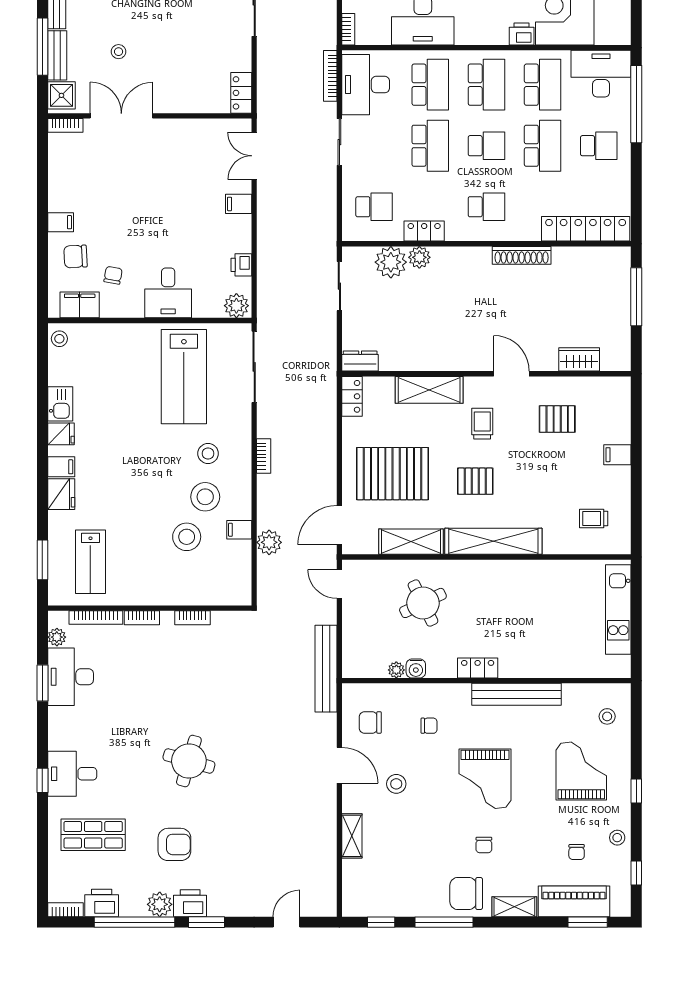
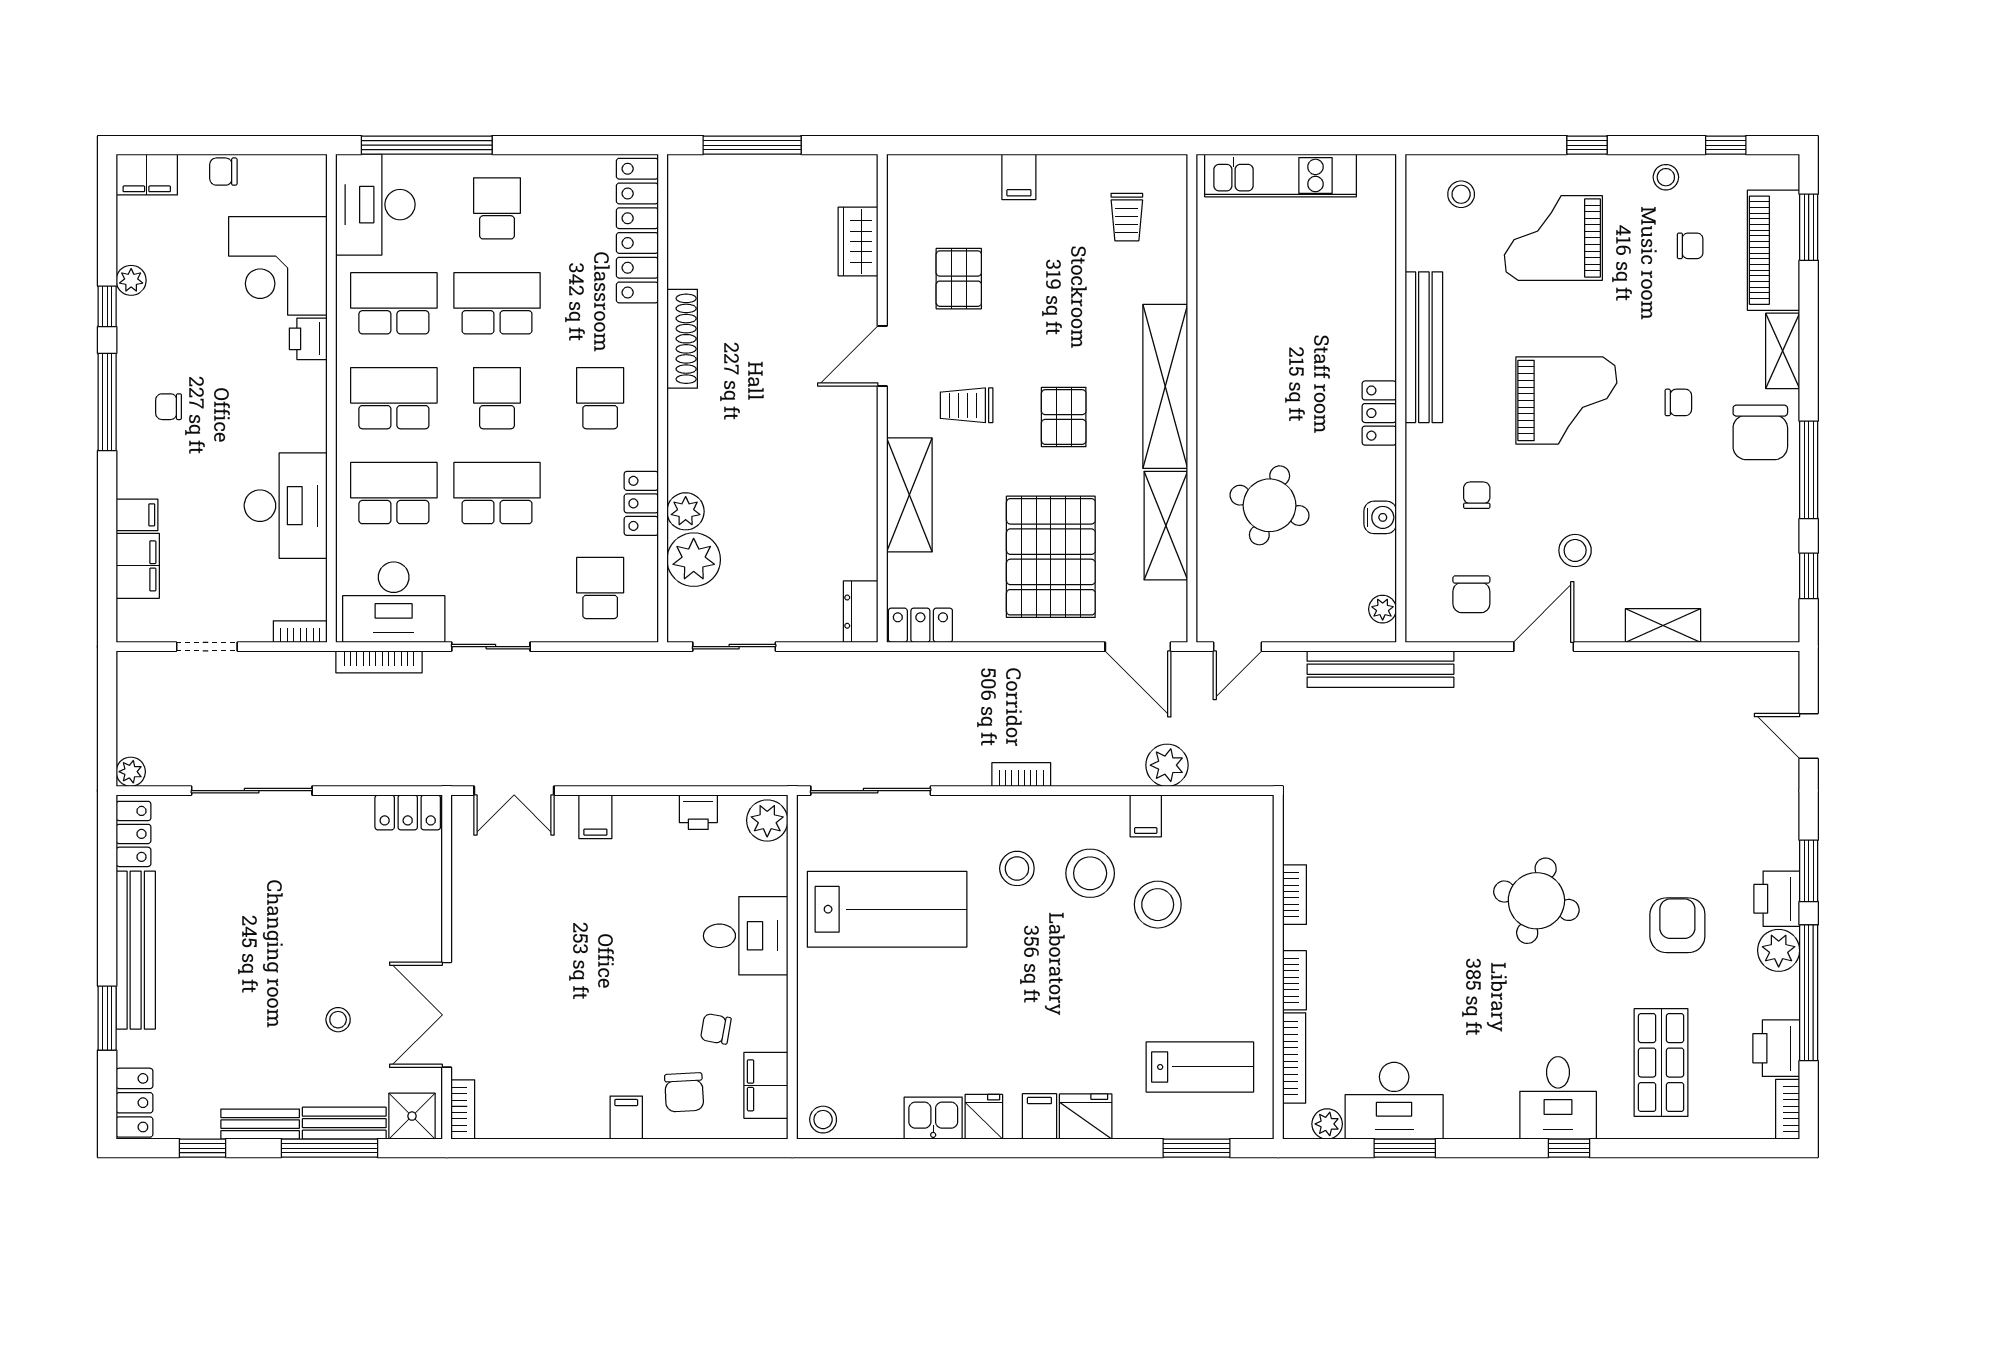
round table: (423, 603) -> (1270, 505), turned 45
plant: (396, 670) -> (1383, 609), moved

